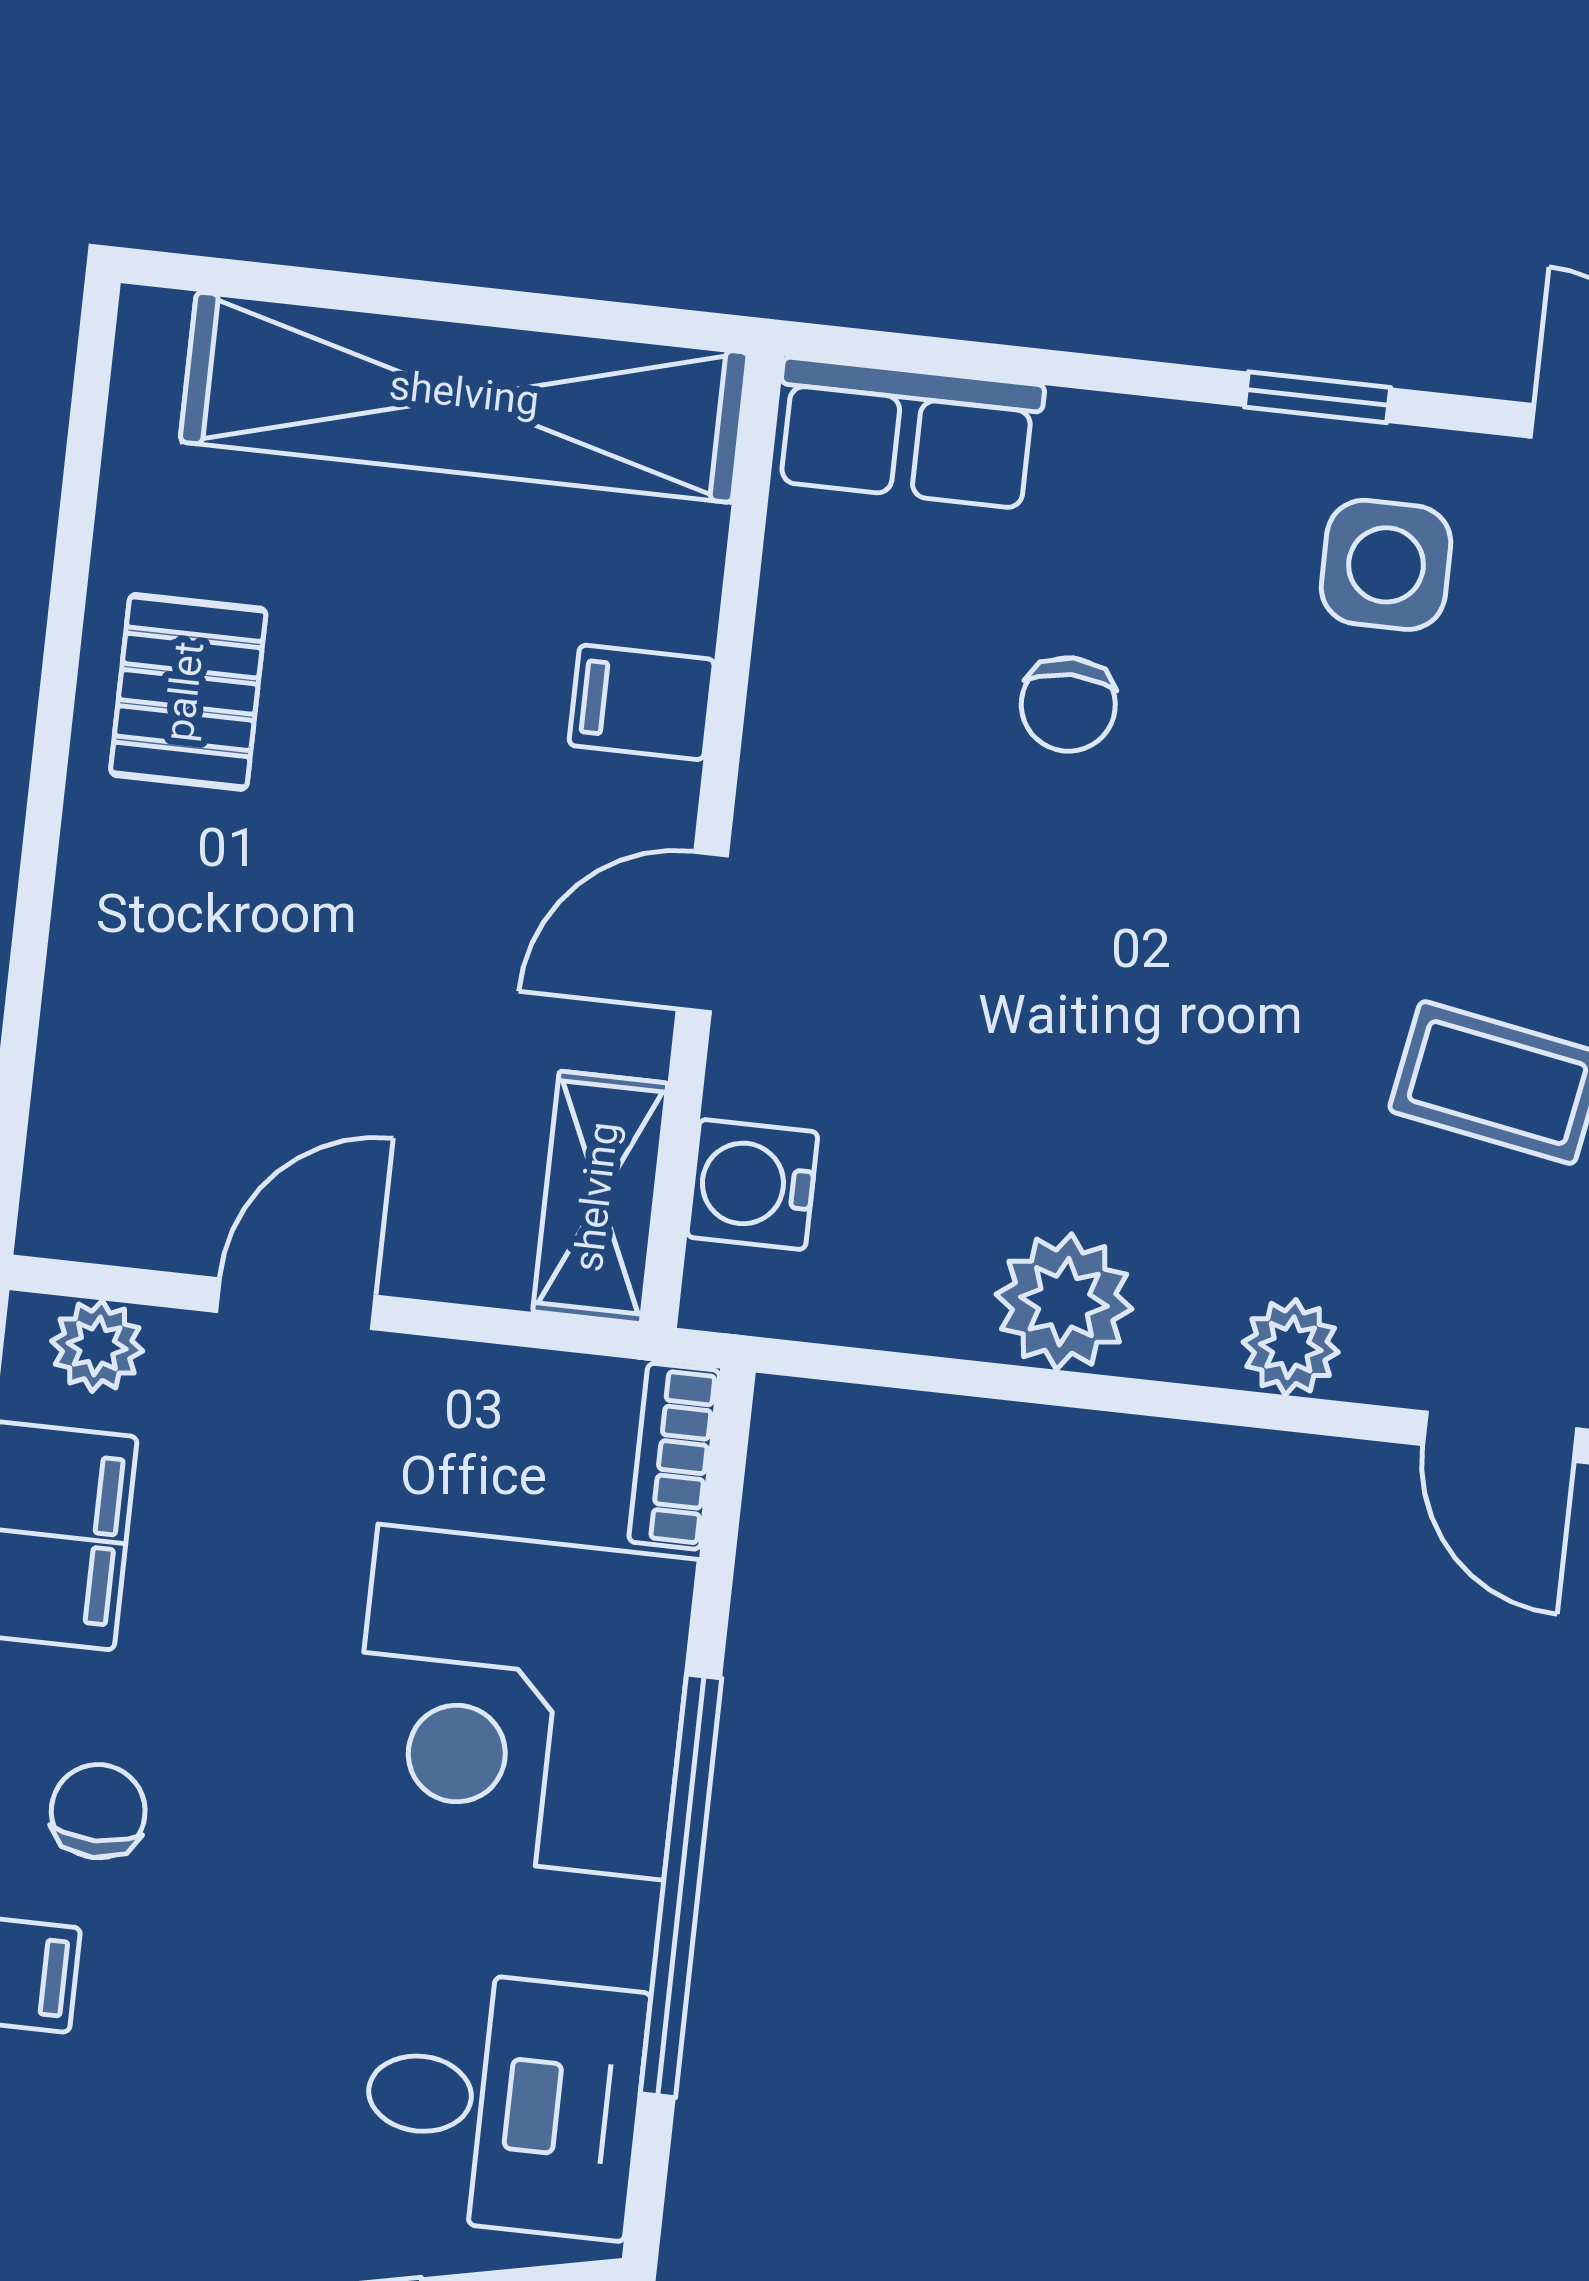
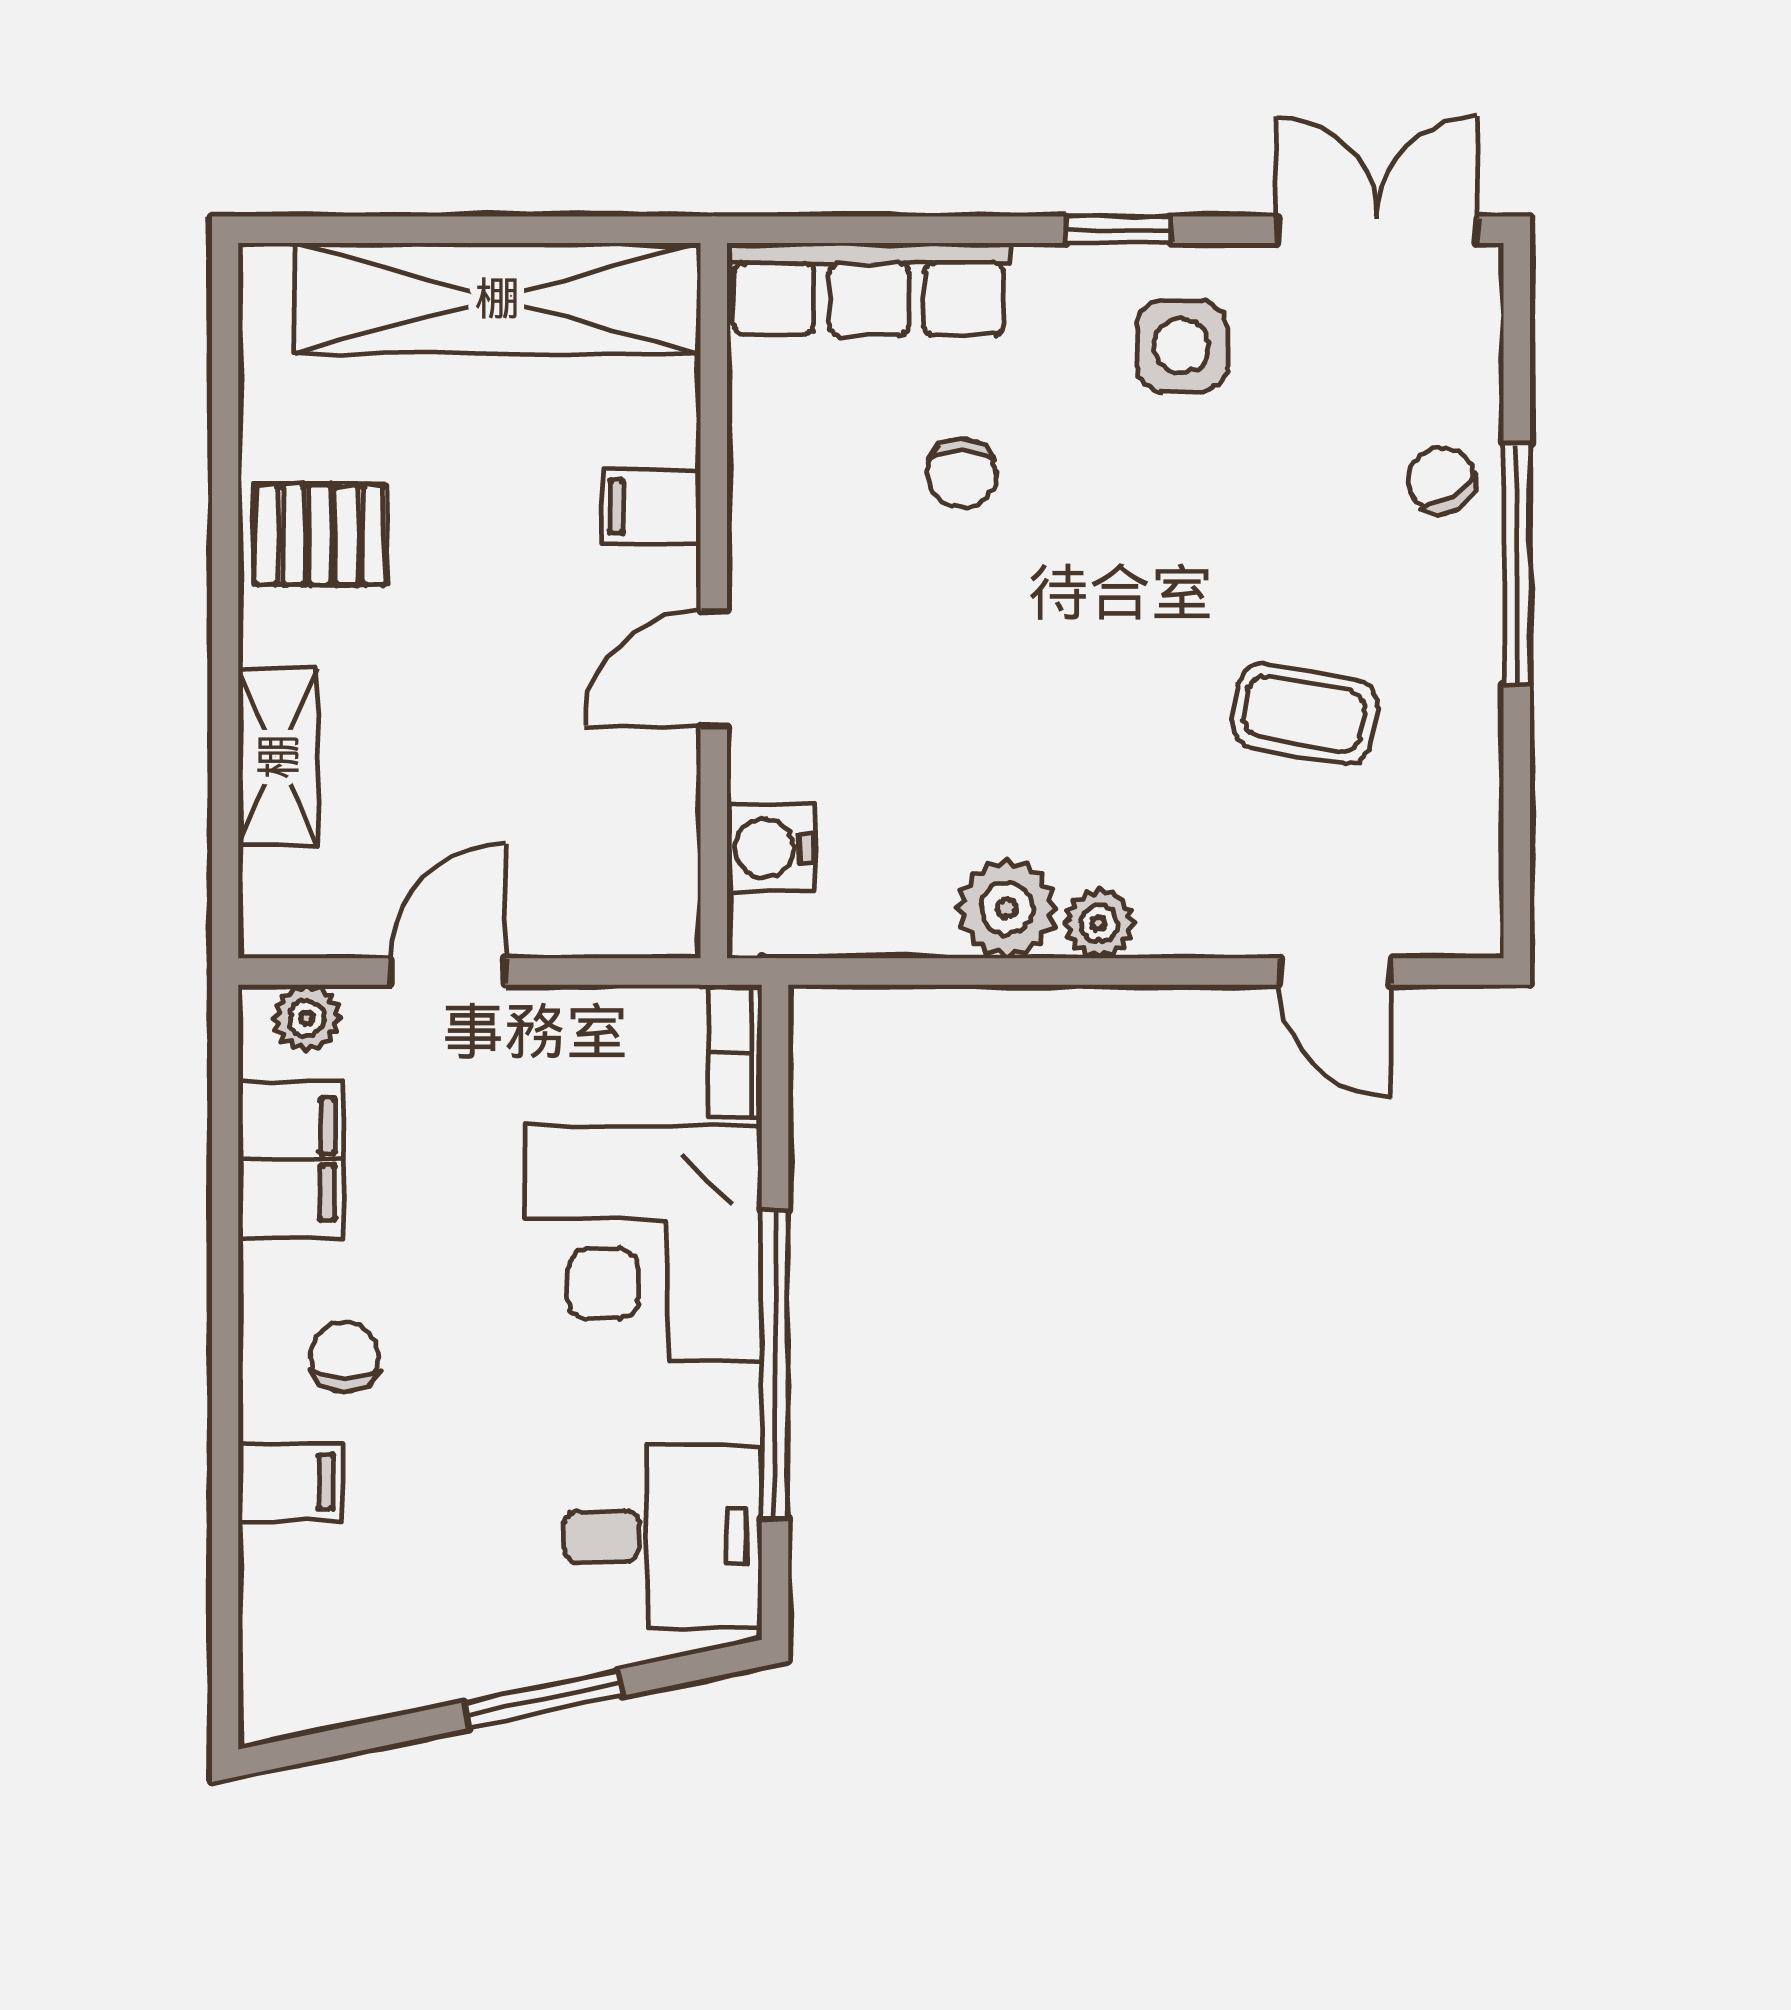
row of seats: (908, 433) -> (869, 289), width x1.48
pallet: (188, 692) -> (320, 535), turned 90
shelving: (600, 1197) -> (278, 757), moved
plant: (1291, 1347) -> (1099, 923), moved

